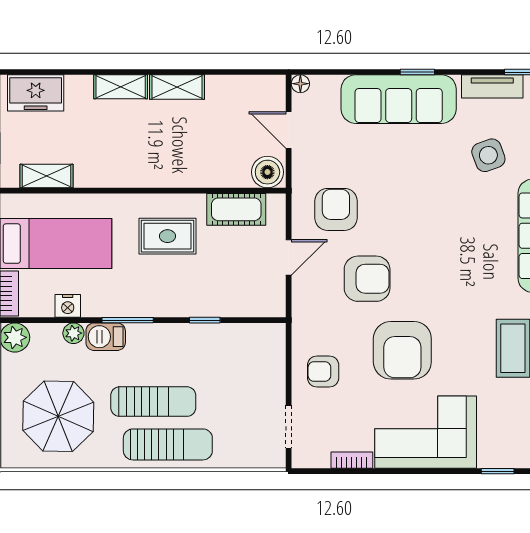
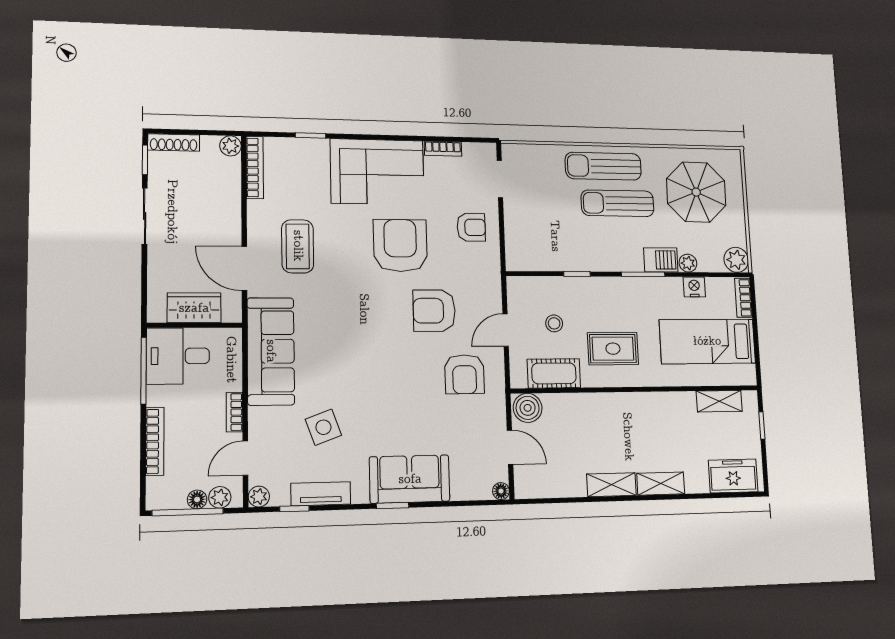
sofa: (399, 99) -> (410, 479), width x0.73
stool: (234, 265) -> (554, 323), added

